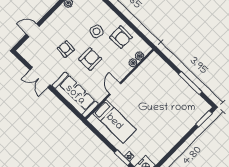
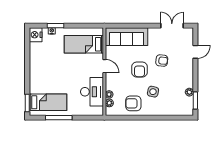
double door: (40, 77) -> (172, 26), moved
desk: (144, 78) -> (92, 92), added
bed: (187, 103) -> (48, 102), added

